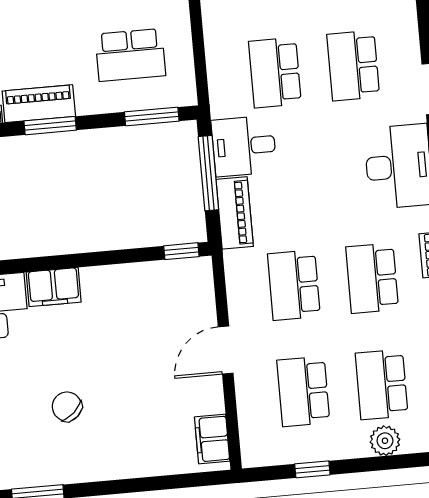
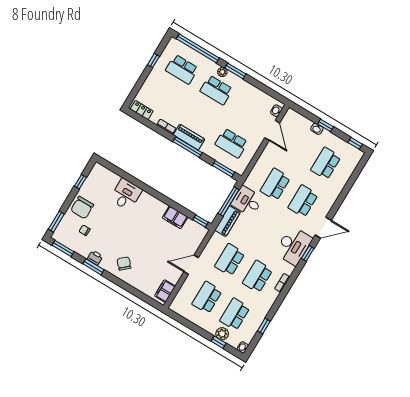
window: (50, 126) -> (187, 147), width x1.44
filing cabinet: (54, 287) -> (175, 217), moved
chair: (67, 407) -> (124, 264), moved
window: (312, 469) -> (219, 342), moved
printer: (27, 474) -> (95, 258), added

